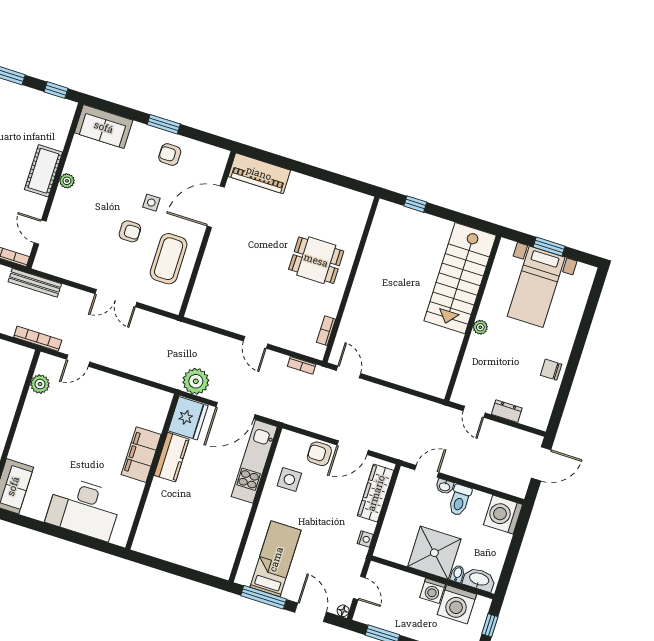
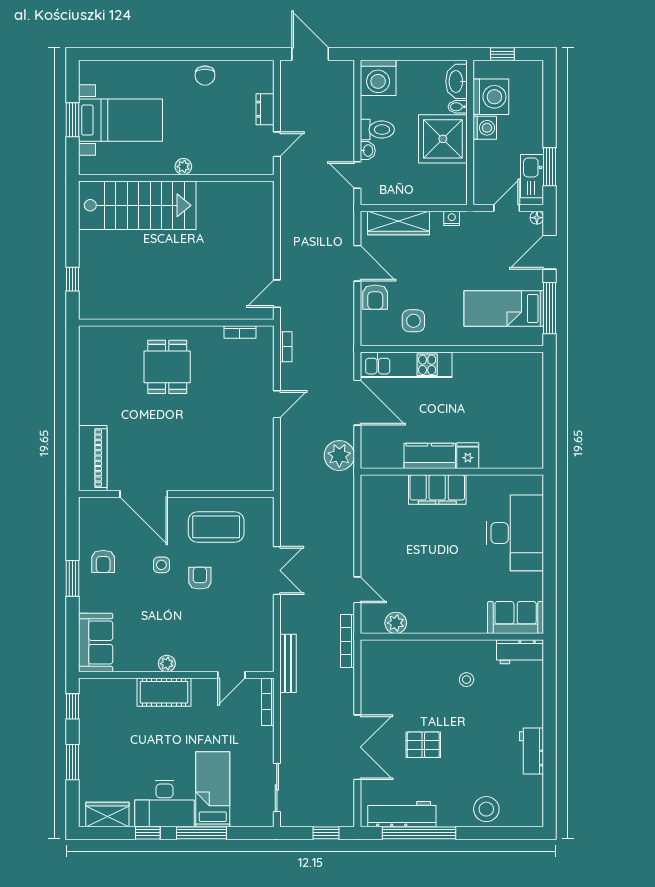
fridge: (188, 418) -> (468, 456), moved, width x0.53, depth x0.75
kitchen sink: (379, 618) -> (532, 176), added

